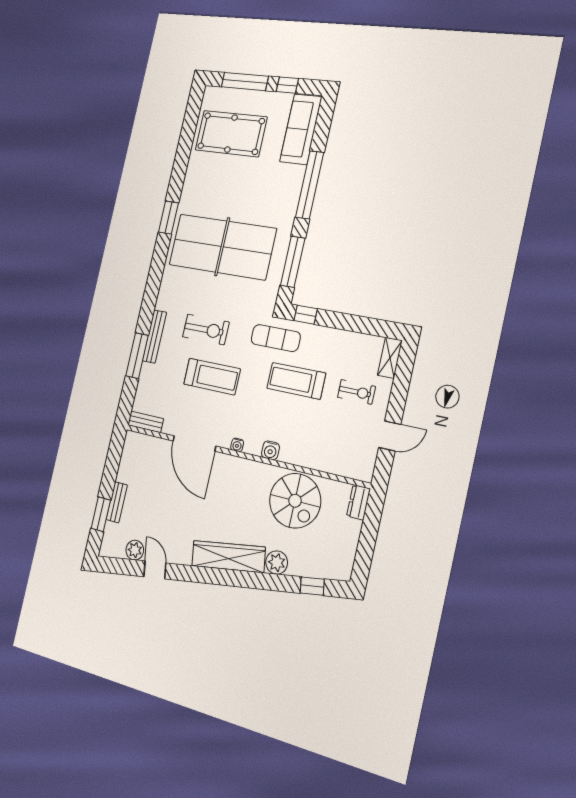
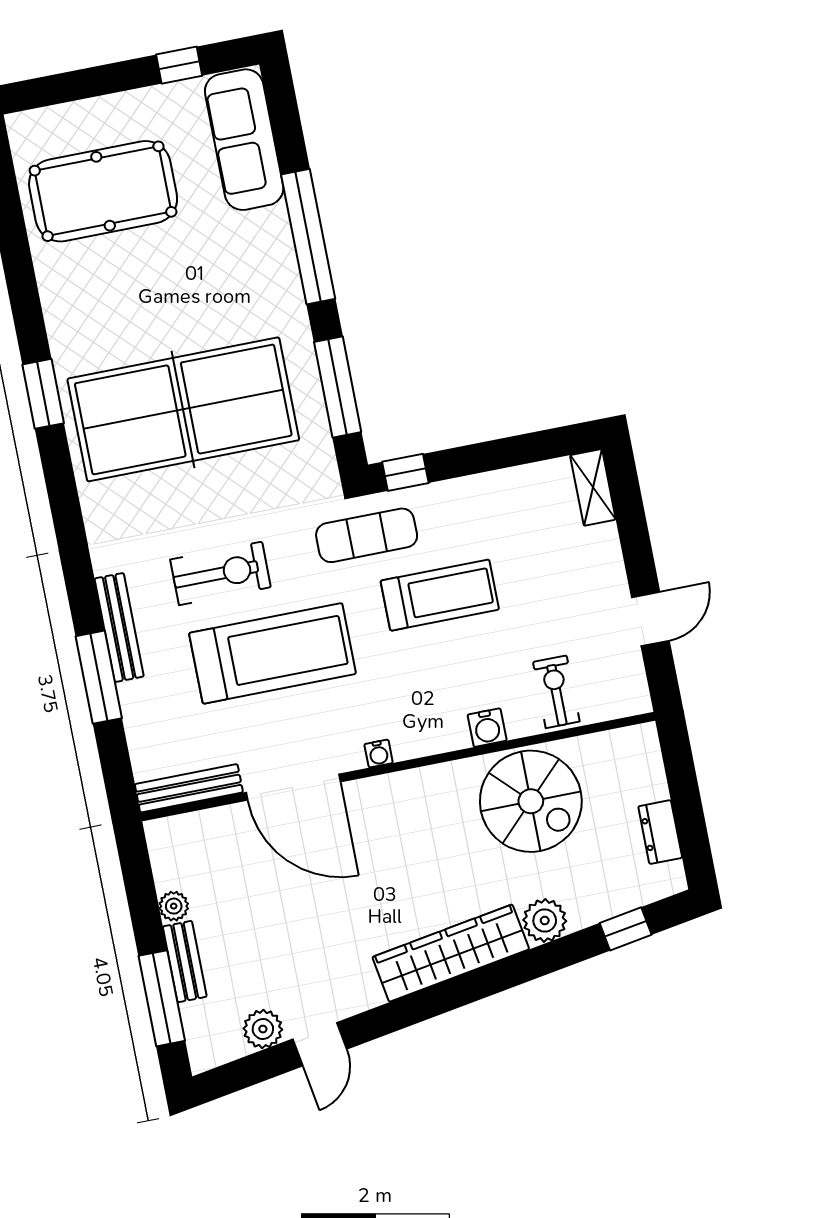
window: (245, 82) -> (87, 83), removed
treadmill: (212, 377) -> (273, 653), width x1.37, depth x1.38
treadmill: (296, 381) -> (440, 595), turned 180
exercise bike: (356, 392) -> (556, 692), moved, turned -90
bench: (146, 422) -> (189, 788), width x1.36
water cooler: (270, 450) -> (487, 728), moved
plant: (123, 474) -> (174, 906), added
dresser: (358, 502) -> (660, 832), moved
window: (101, 514) -> (162, 998), width x1.44
door: (155, 570) -> (320, 1044), swing flipped

